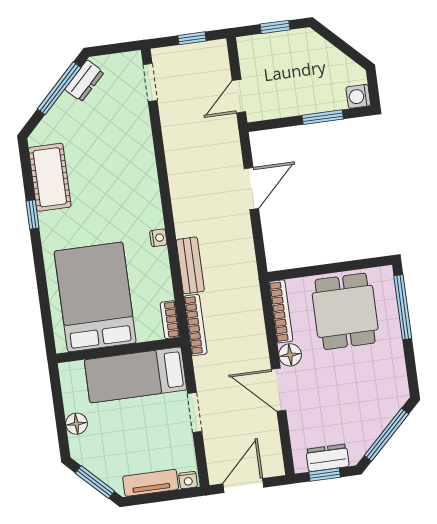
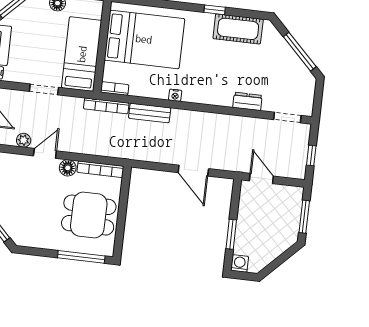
window: (275, 27) -> (304, 217), width x1.50
dresser: (84, 81) -> (247, 101), moved, turned 135
door: (279, 390) -> (45, 153), width x0.73
plant: (268, 422) -> (24, 140), added

